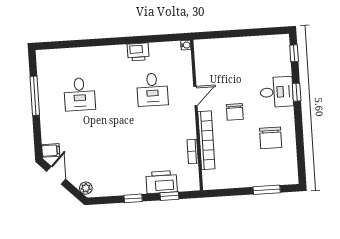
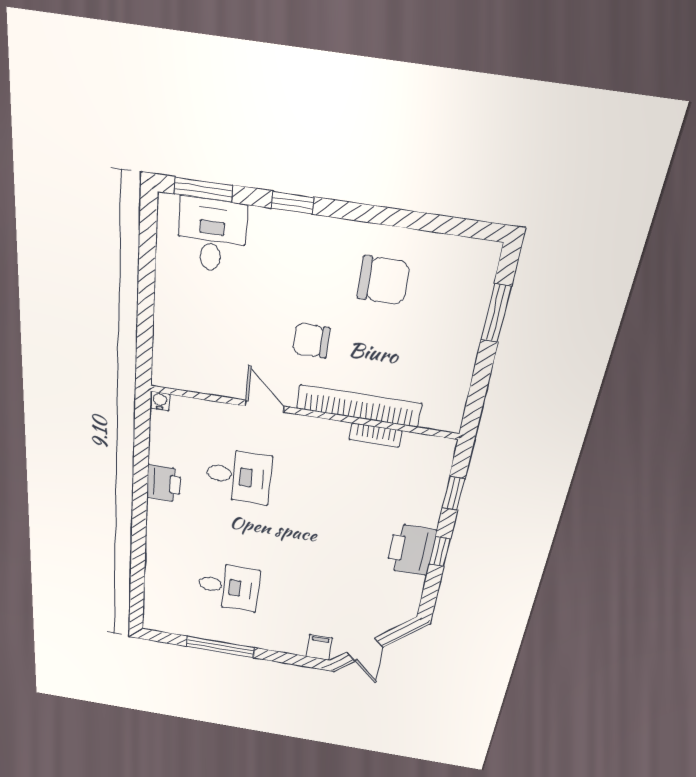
window: (294, 53) -> (203, 189), width x1.50
desk: (277, 92) -> (212, 235), moved
chair: (235, 112) -> (311, 340), turned 180
door: (56, 175) -> (365, 650), swing flipped
printer: (162, 182) -> (411, 550), moved
plant: (86, 188) -> (399, 615), removed

